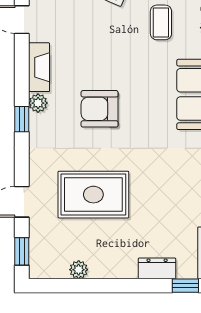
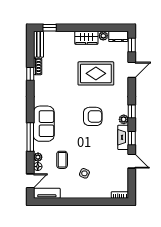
window: (22, 66) -> (132, 138), added
wardrobe: (112, 266) -> (86, 38), added
dresser: (157, 268) -> (118, 36), moved

